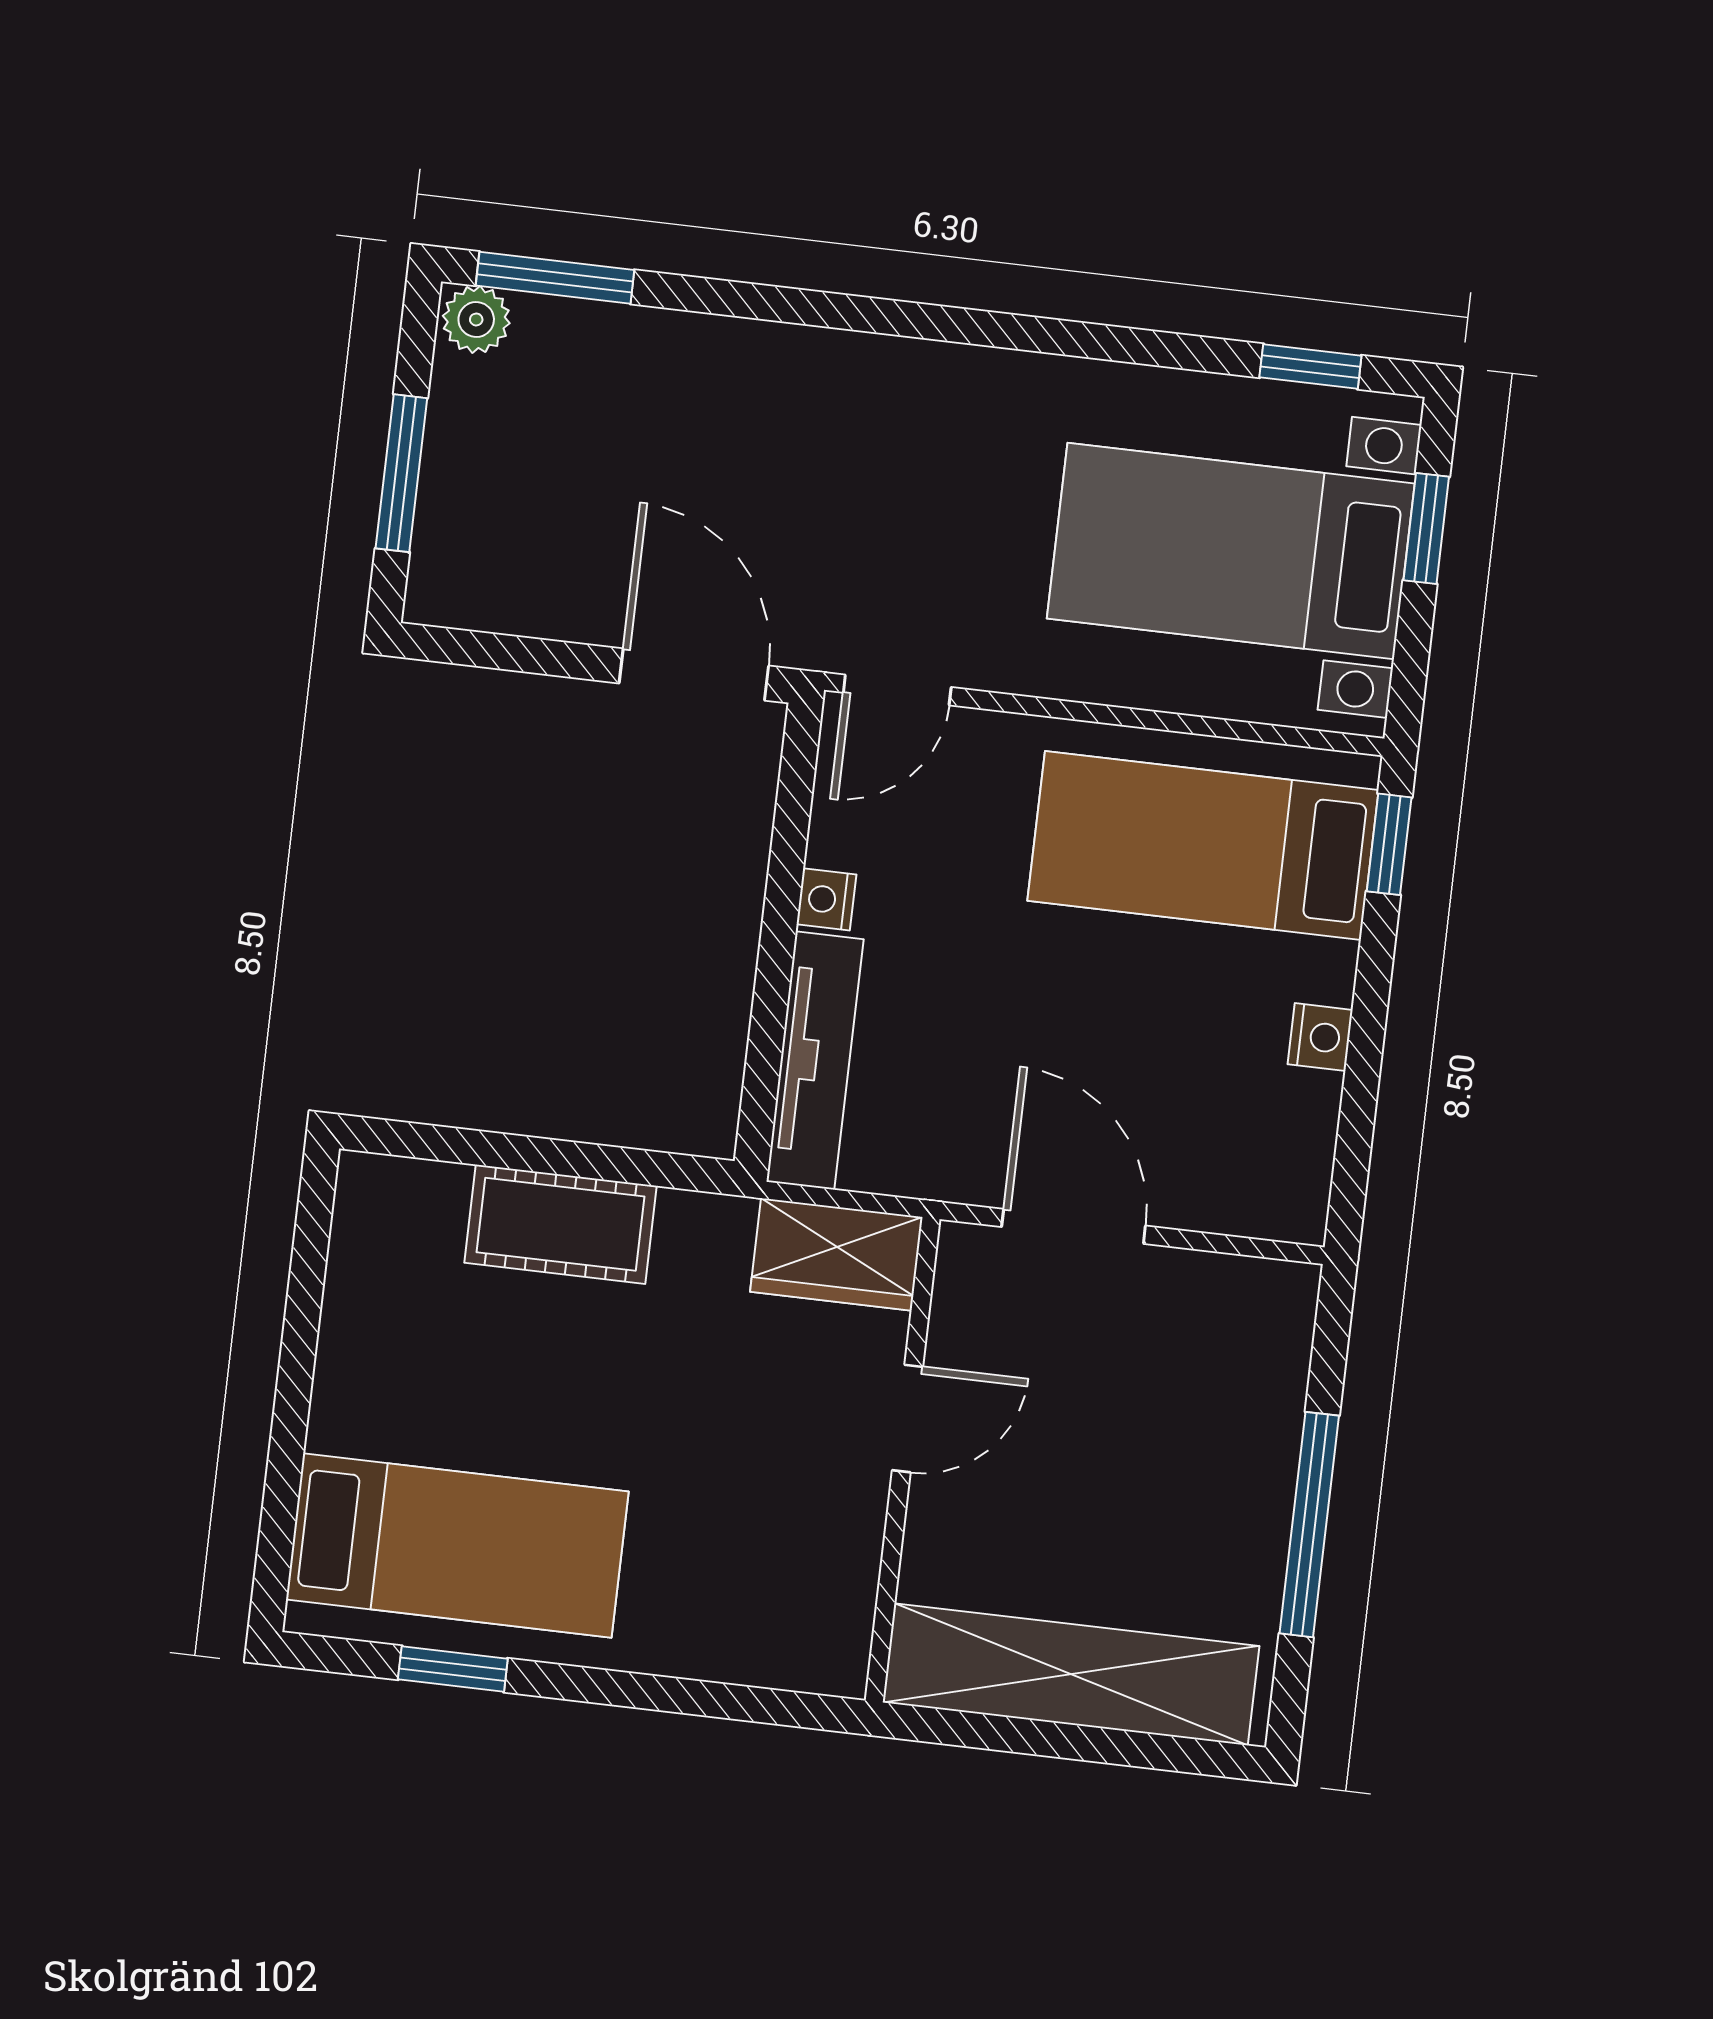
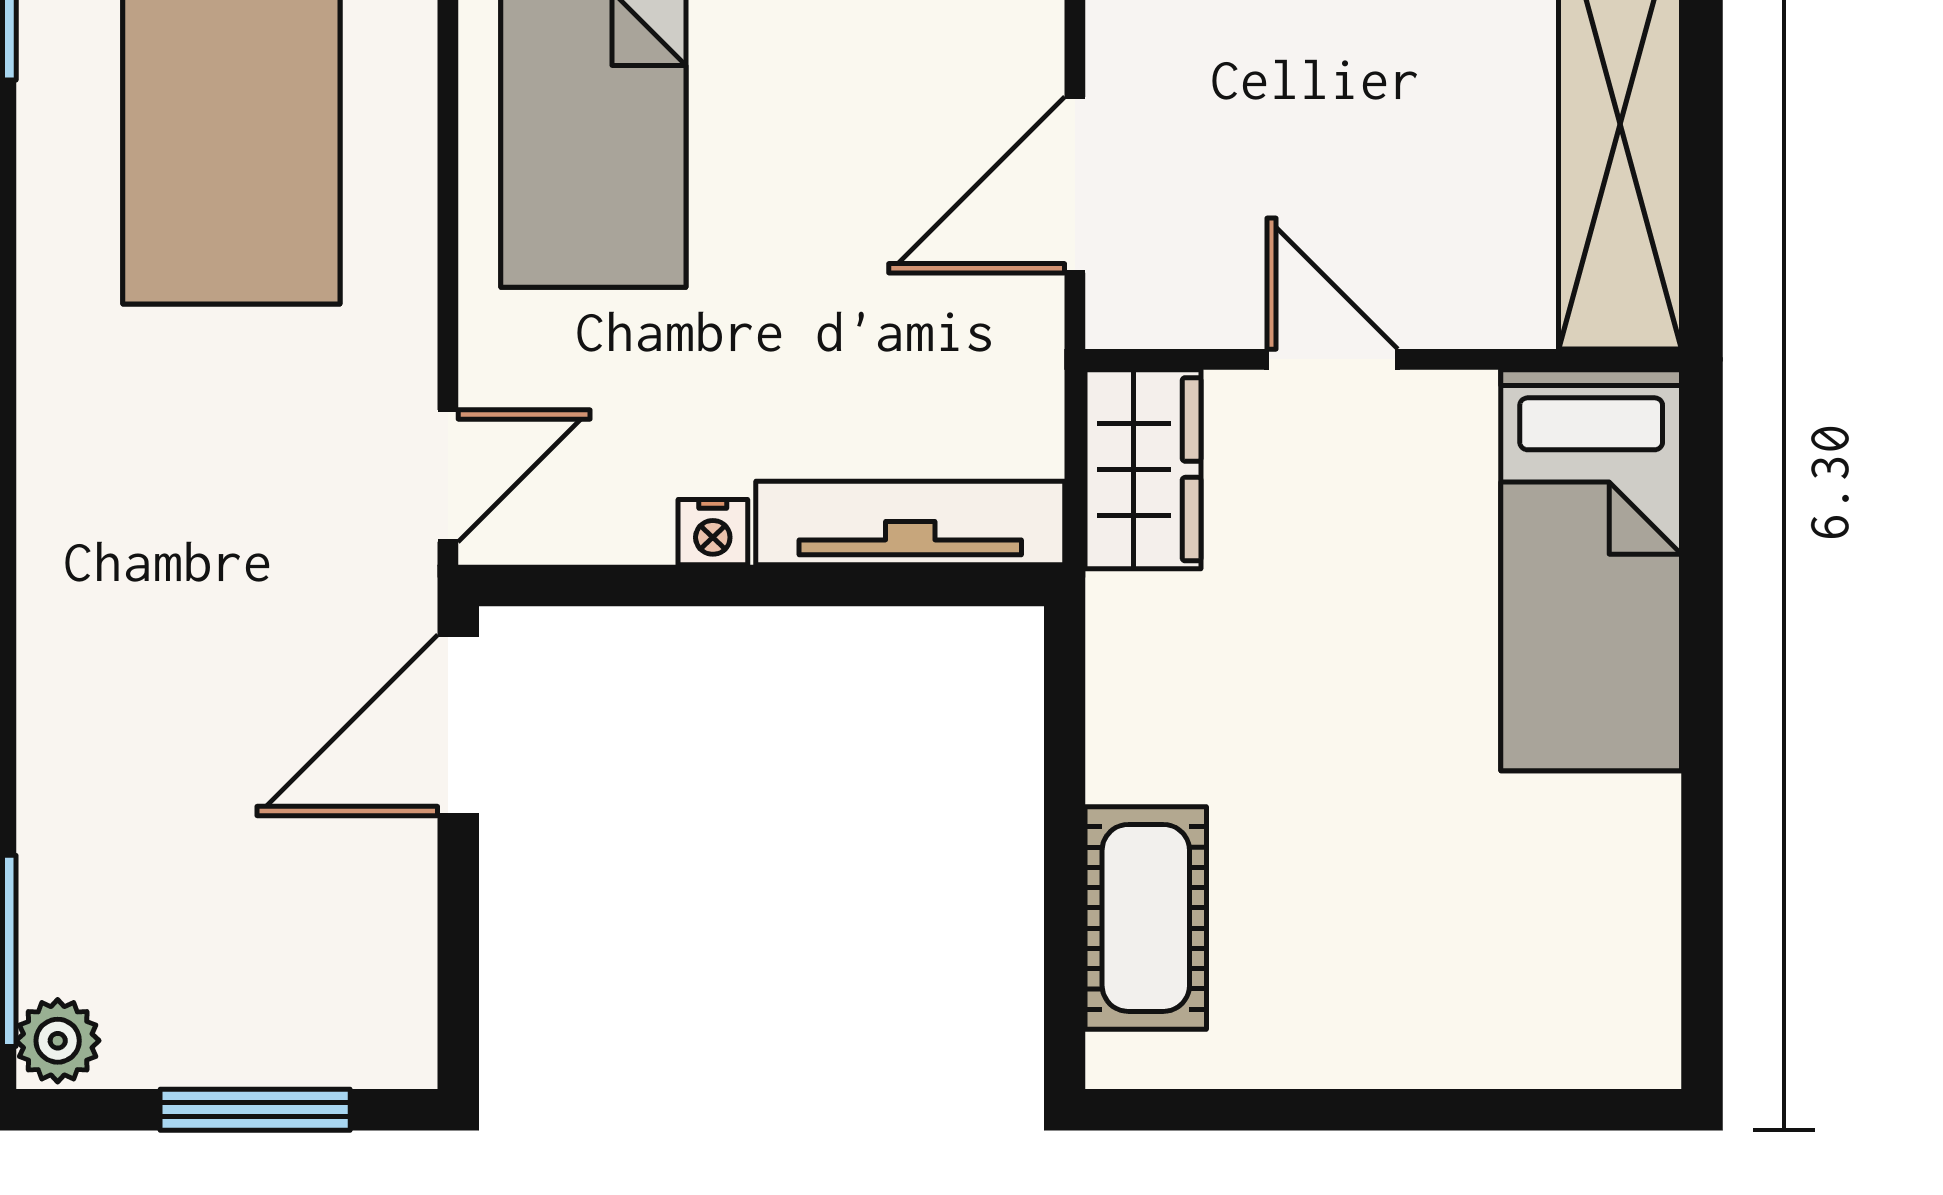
door: (897, 690) -> (448, 476), hinge flipped
cot: (560, 1224) -> (1146, 918), moved
bed: (457, 1545) -> (1591, 570), moved, turned 180
window: (453, 1669) -> (1702, 876), removed

